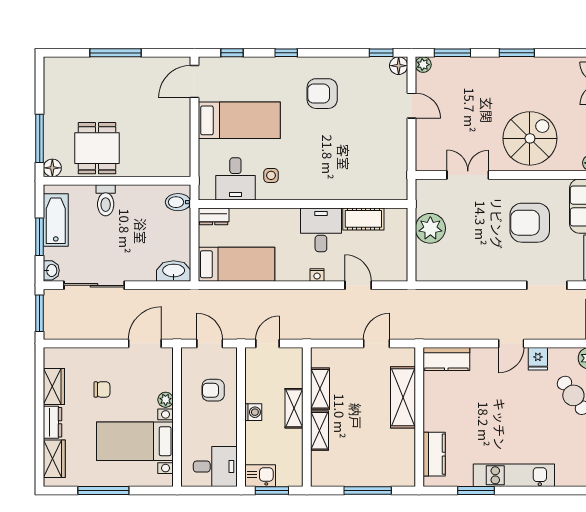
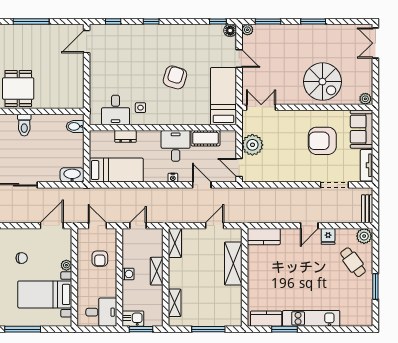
armchair: (322, 94) -> (175, 77), moved, turned 107
bed: (239, 120) -> (223, 96), moved, turned -90
spiral stairs: (530, 138) -> (322, 82), turned 90
double door: (468, 175) -> (261, 107), moved
dresser: (214, 216) -> (126, 136), moved
door: (411, 261) -> (239, 167), added
shelving: (320, 389) -> (175, 243), moved
armchair: (213, 390) -> (100, 259), turned -90
shelving: (320, 431) -> (175, 303), moved
kitchen counter: (434, 454) -> (266, 319), moved, turned -90

